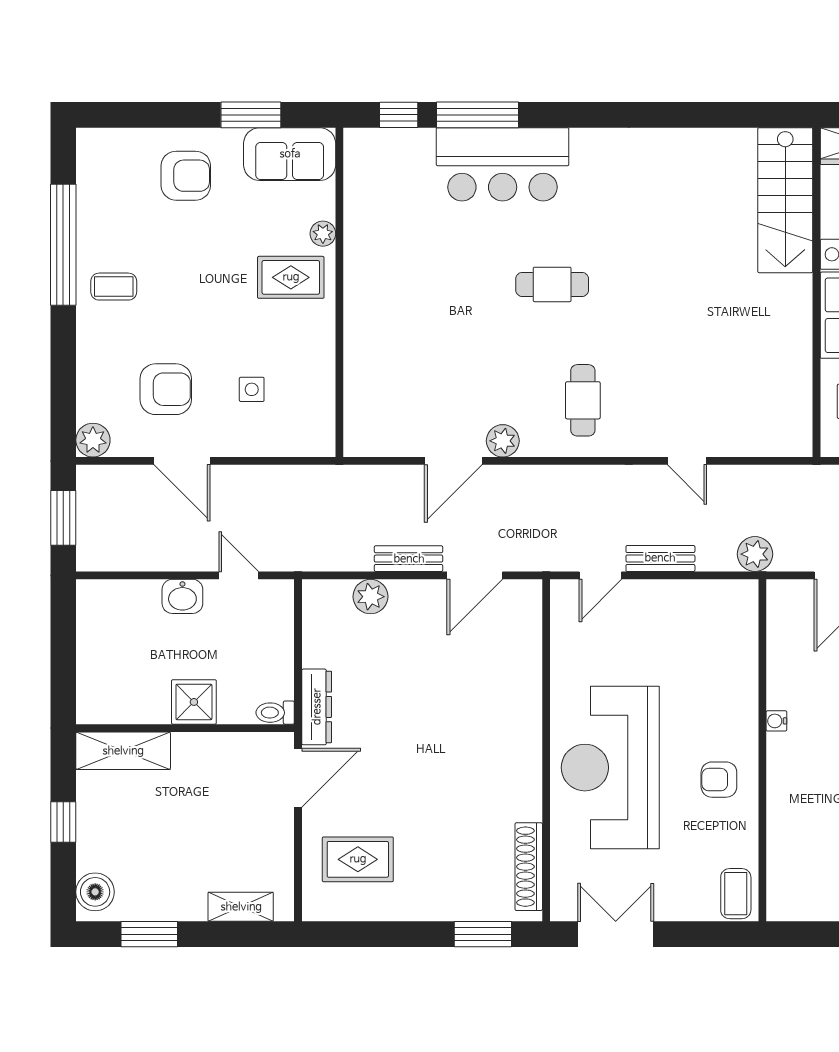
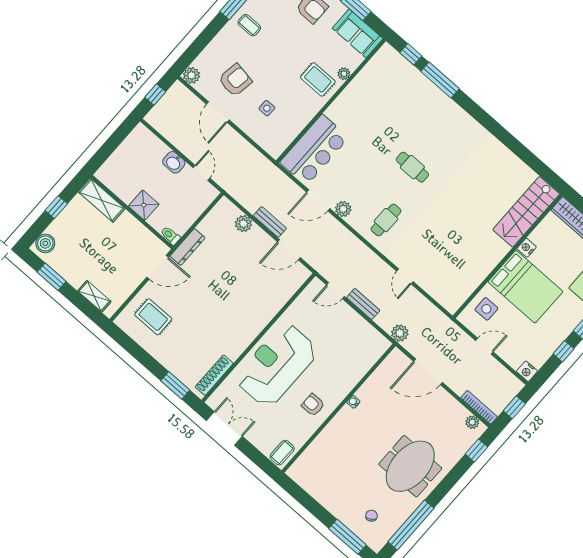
bar counter: (503, 164) -> (314, 150), moved, turned -90
armchair: (166, 389) -> (235, 80), turned -81
window: (63, 518) -> (155, 94), width x0.67

